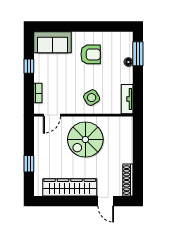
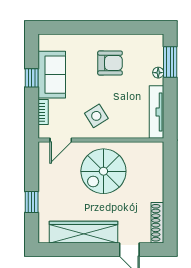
sofa: (53, 42) -> (52, 75), moved, turned -90
side table: (92, 98) -> (96, 116), moved
tv unit: (127, 99) -> (157, 112), width x1.41

